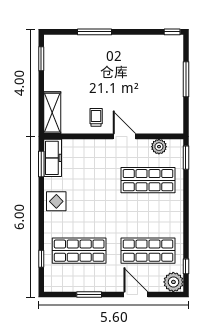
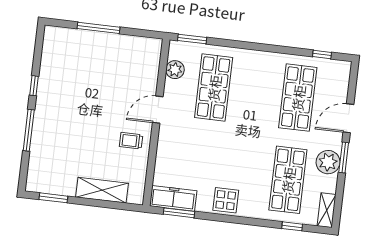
window: (172, 32) -> (34, 86), moved
shelving: (52, 113) -> (102, 190), moved
plant: (173, 282) -> (328, 162), moved
shelving: (58, 286) -> (327, 210), added
window: (89, 294) -> (344, 158), moved

